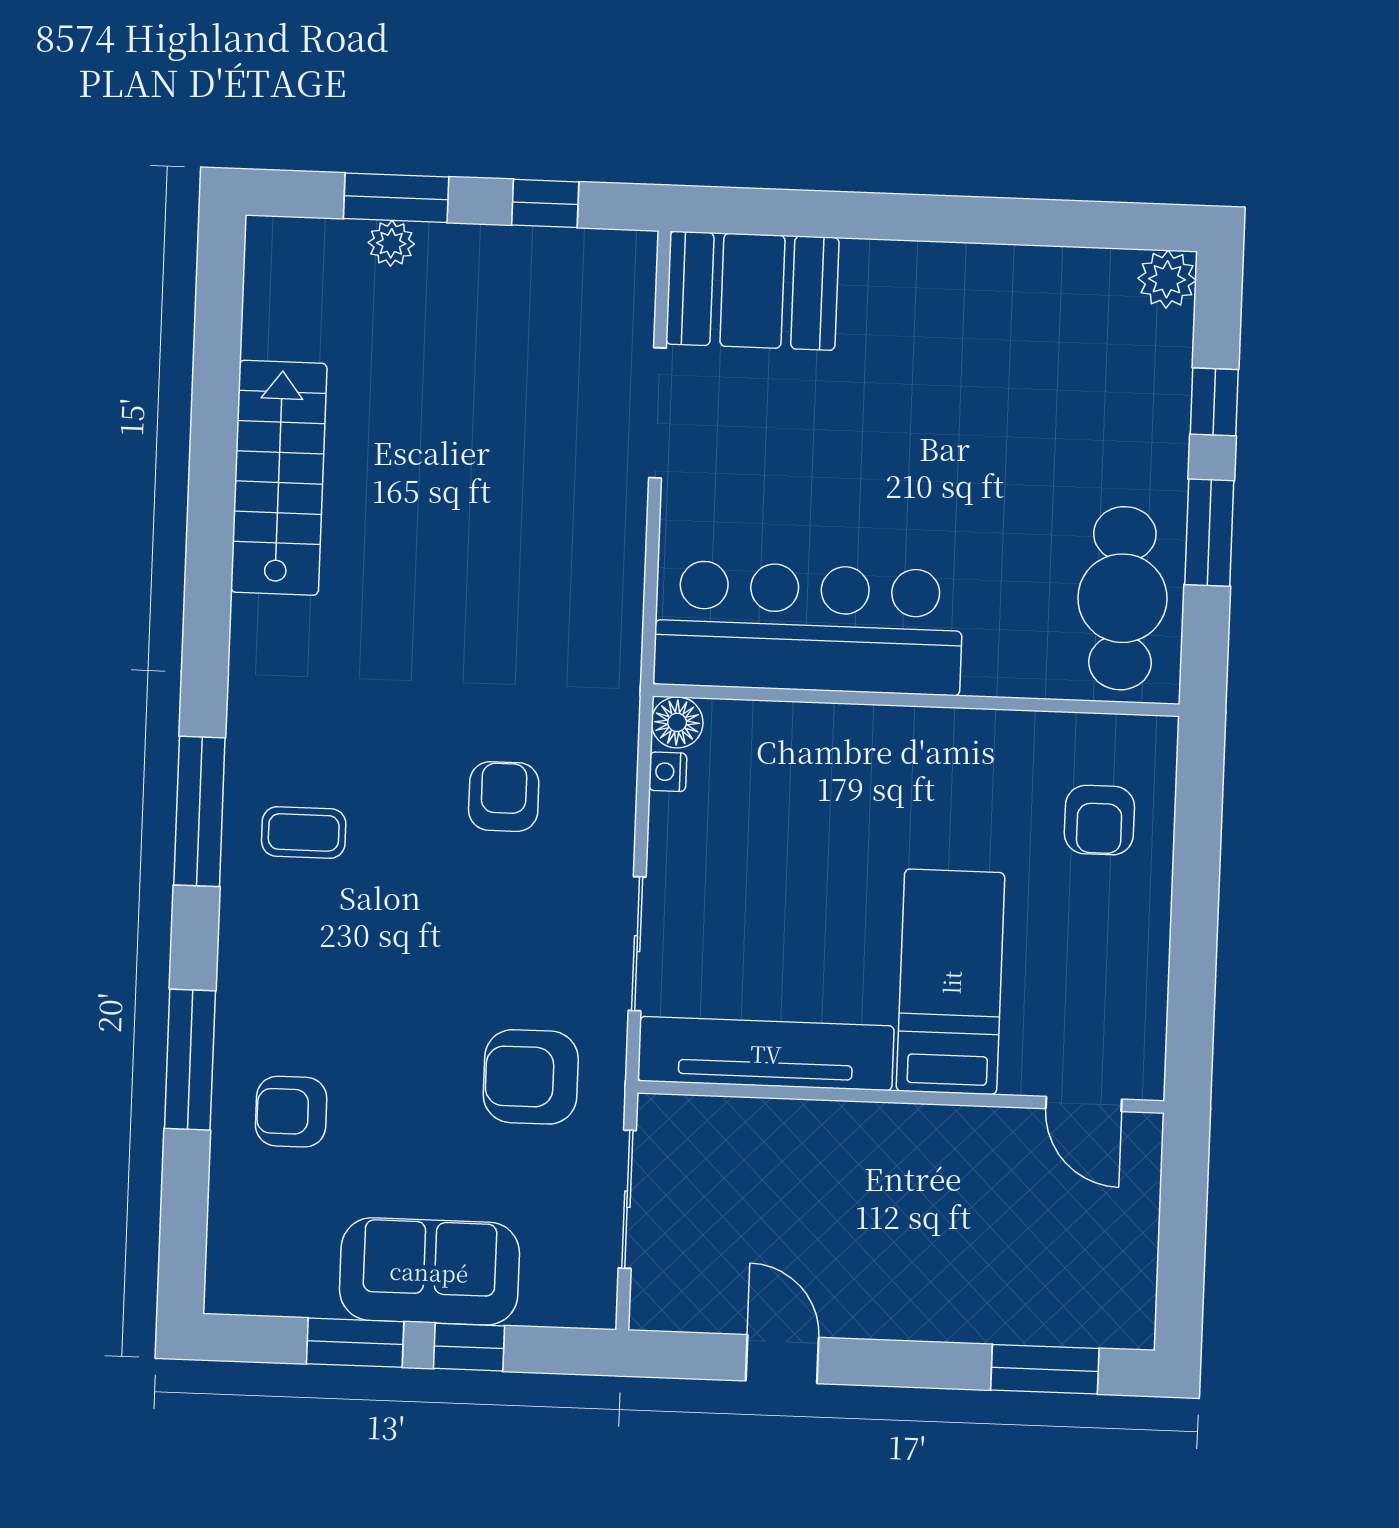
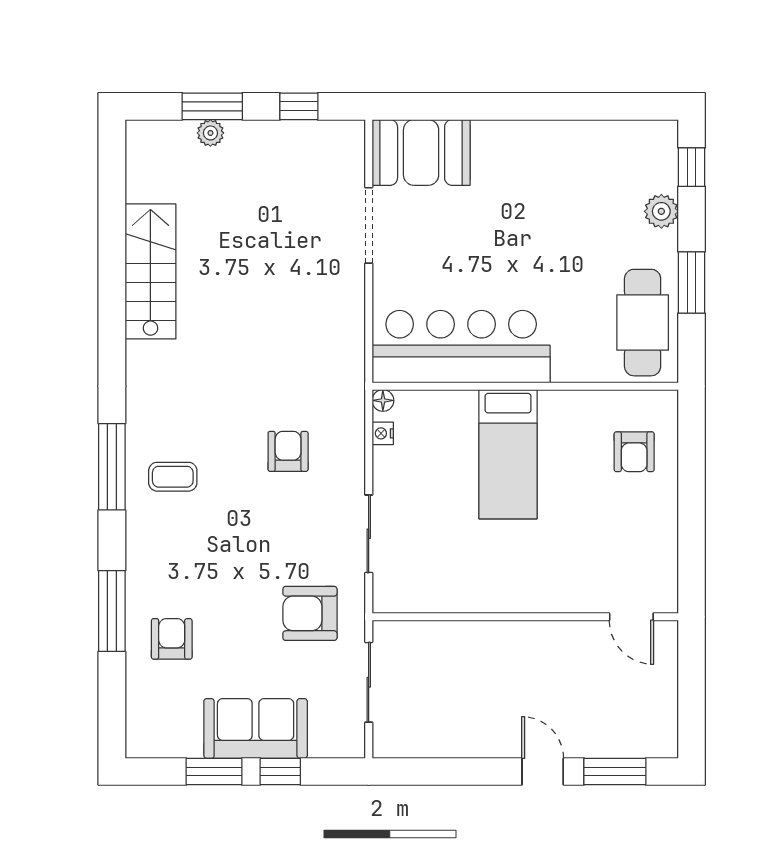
plant: (1167, 279) -> (661, 211), moved
window: (1214, 402) -> (691, 167), moved
floor lamp: (677, 722) -> (383, 400), width x0.73, depth x0.73
bed: (951, 982) -> (508, 454), moved, turned 180
tv unit: (766, 1053) -> (446, 595), removed
armchair: (291, 1112) -> (172, 639), turned 90
door: (782, 1359) -> (543, 772), moved

